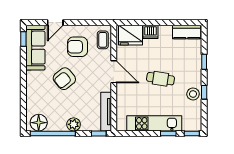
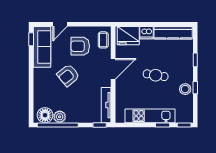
kitchen counter: (187, 32) -> (173, 33), width x1.50
door: (114, 72) -> (113, 69), hinge flipped
plant: (74, 124) -> (60, 117), moved

